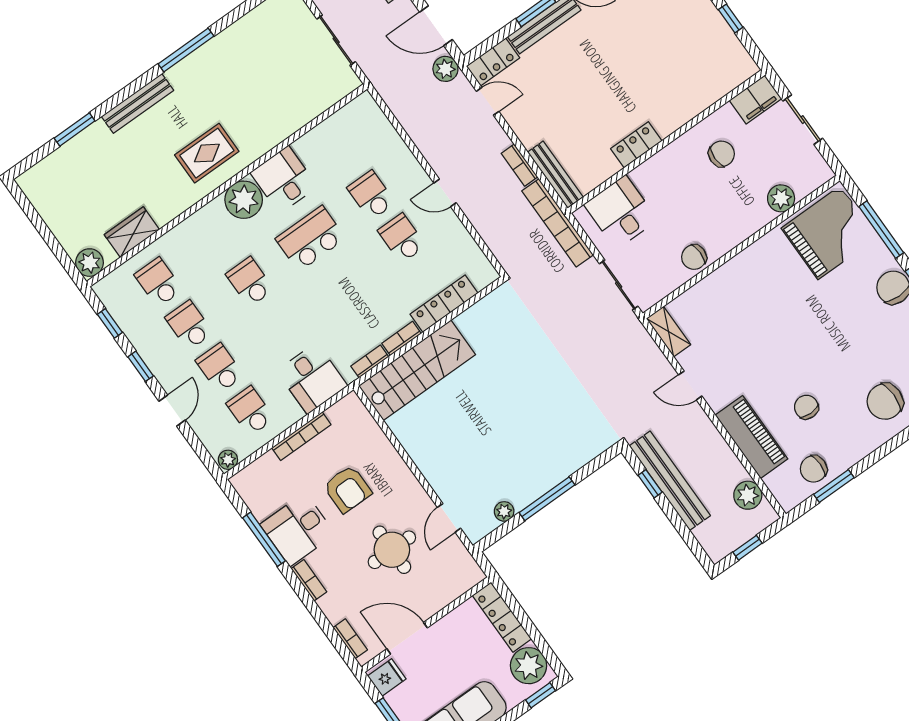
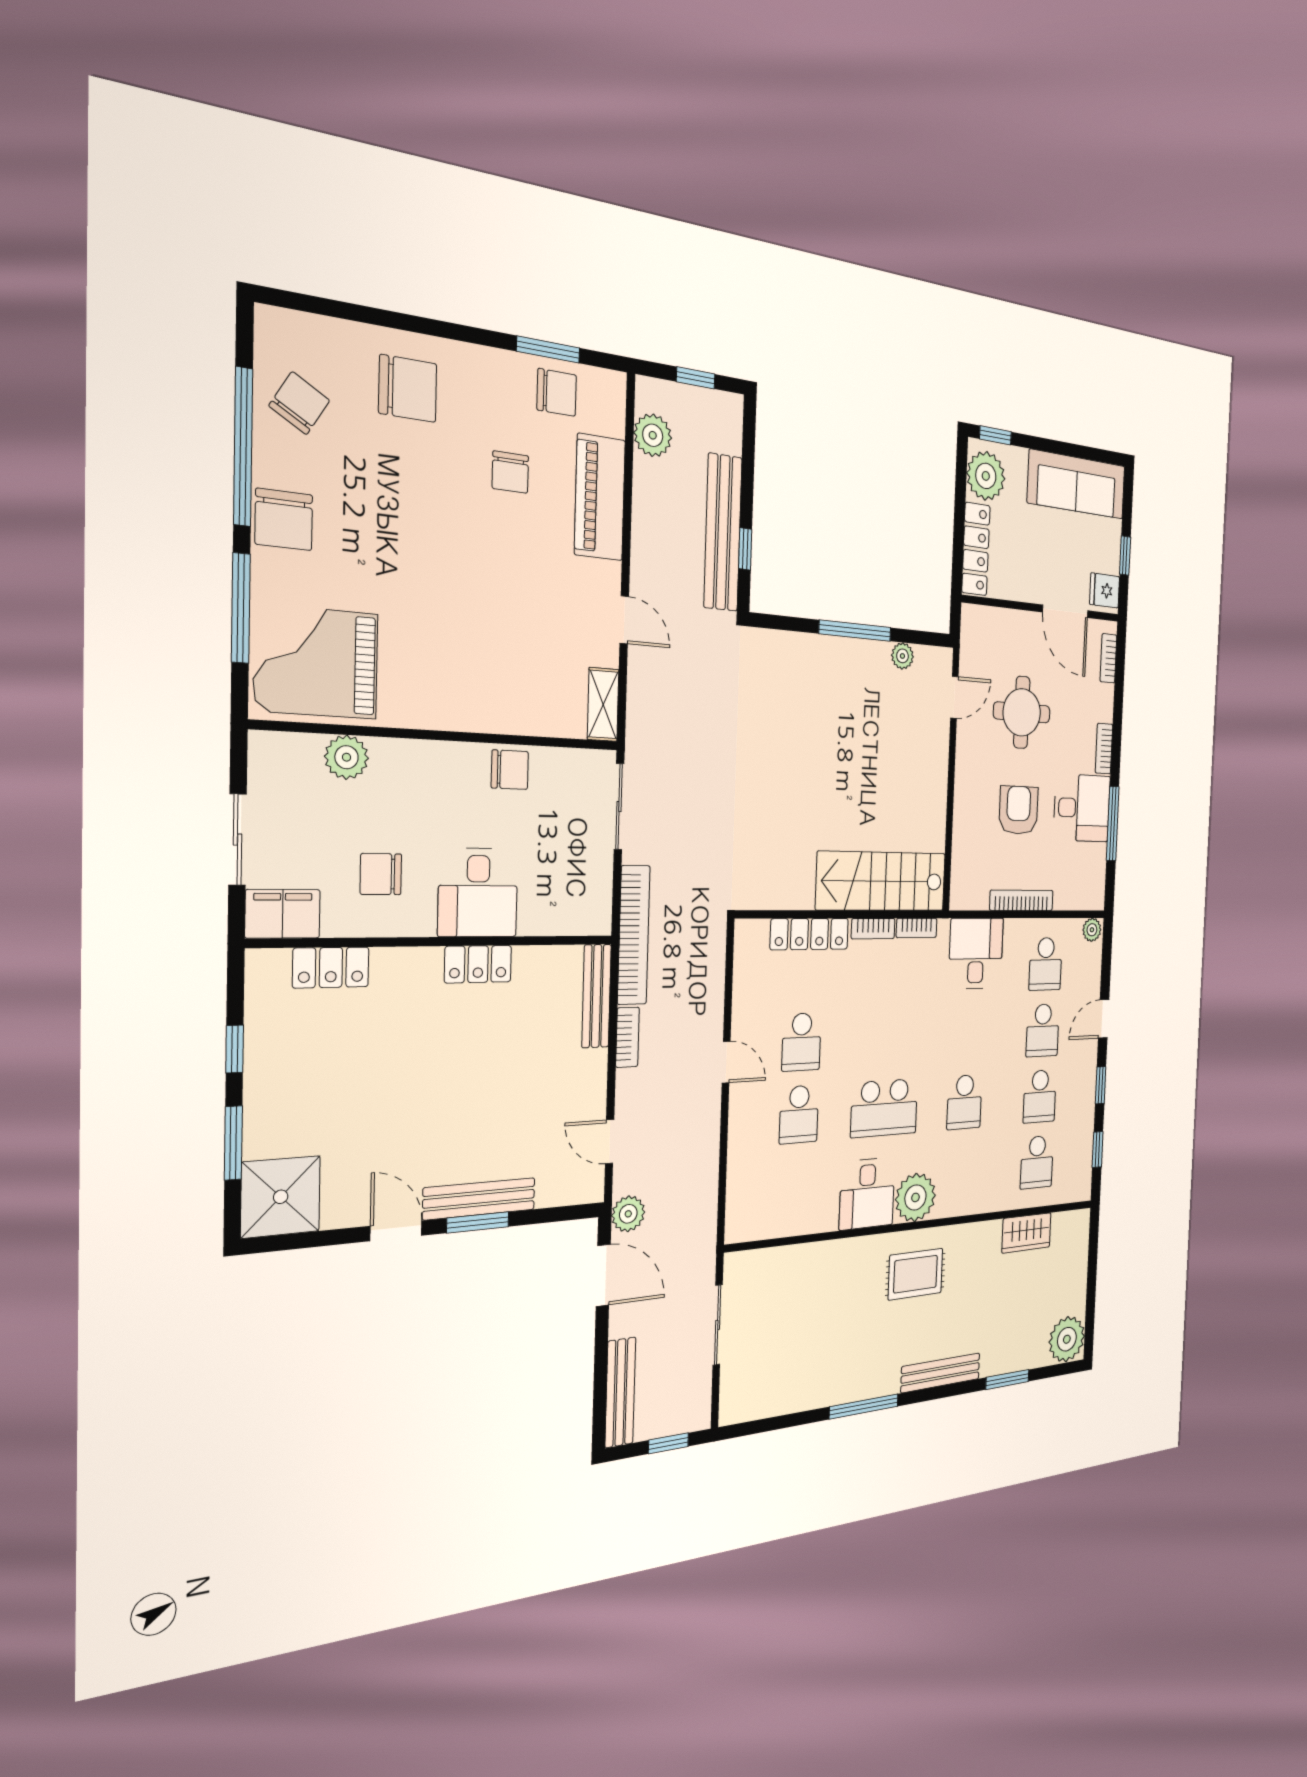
locker: (493, 62) -> (331, 967), moved, turned 180
desk: (621, 212) -> (478, 893), moved
plant: (90, 263) -> (1067, 1339), moved, width x1.36, depth x1.36

